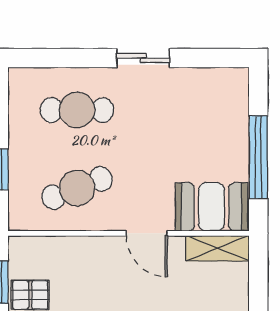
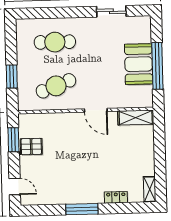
sliding door: (143, 58) -> (111, 11), moved
booth: (211, 207) -> (139, 64), moved, turned 90

